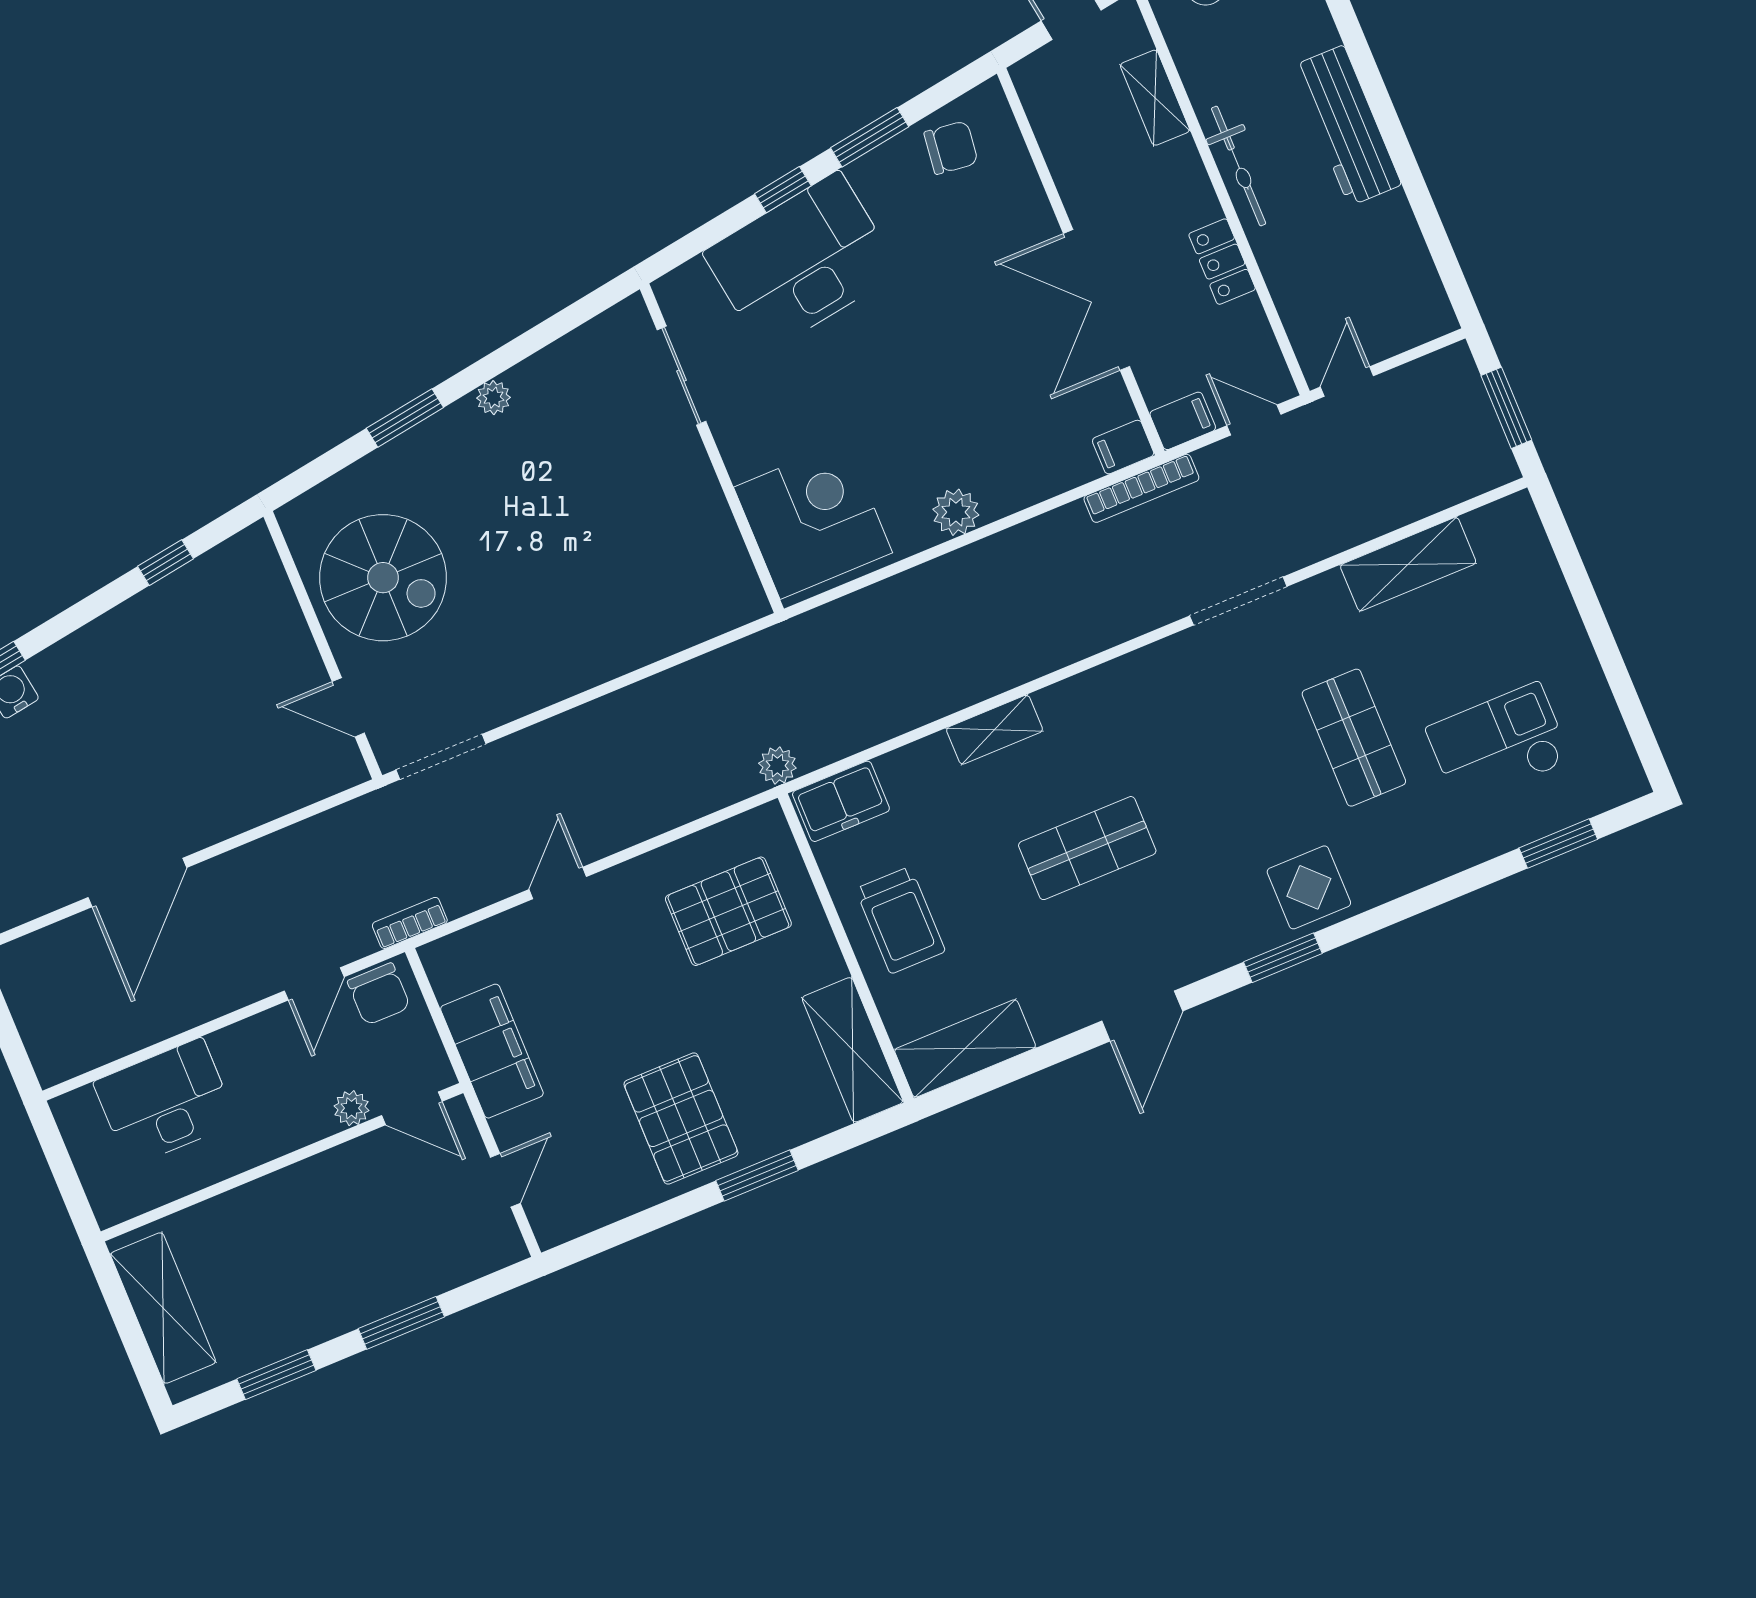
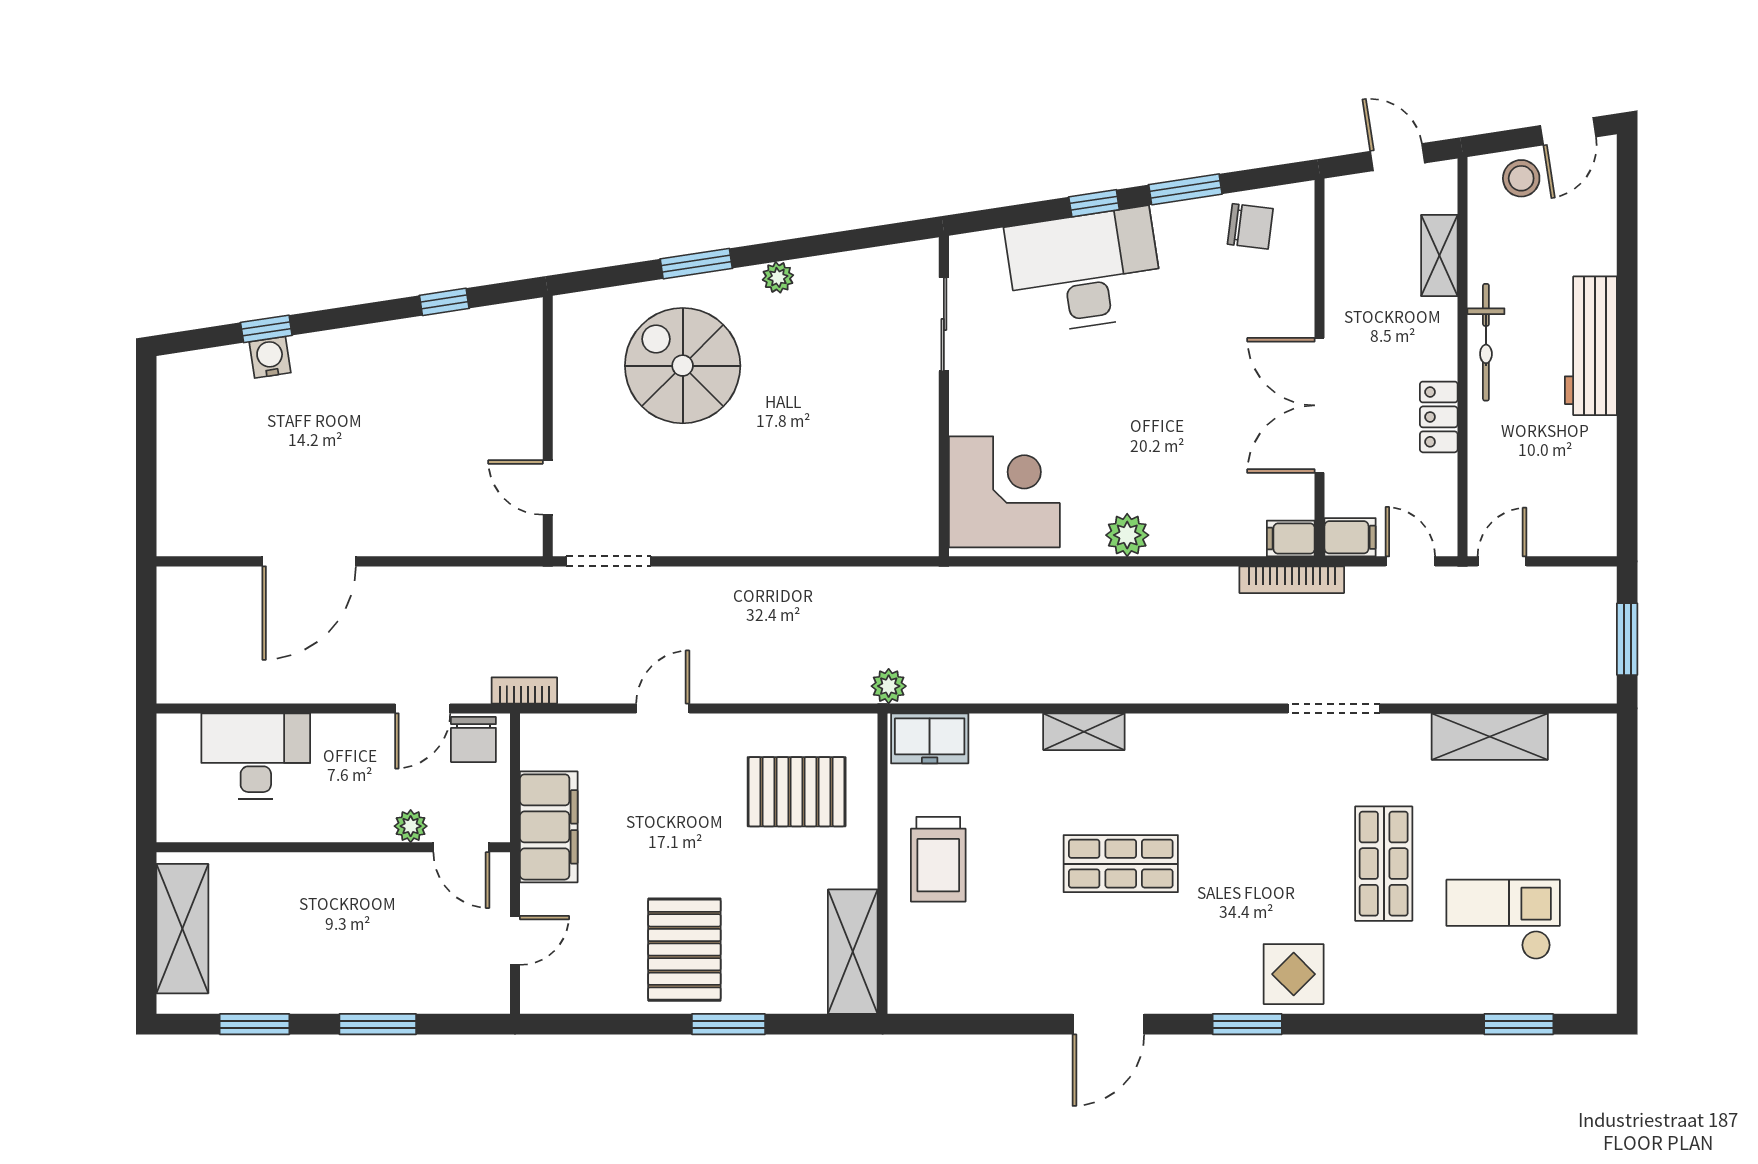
spiral stairs: (383, 578) -> (683, 366), moved, turned 180
shelving: (965, 1048) -> (948, 990), removed

